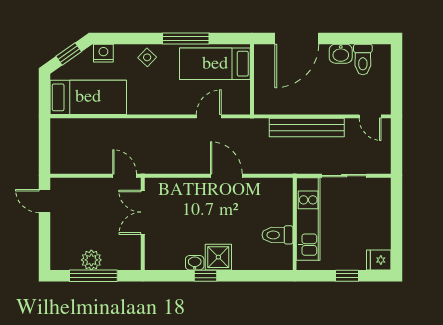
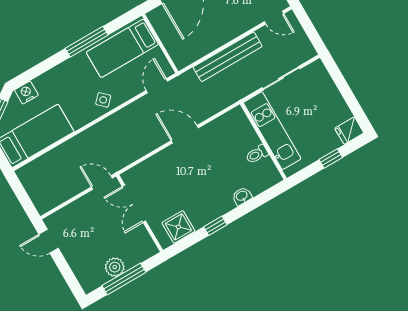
side table: (147, 57) -> (103, 100), moved
door: (209, 116) -> (157, 86), moved
toilet: (277, 235) -> (257, 154), width x0.73, depth x0.72
shower: (218, 257) -> (178, 227), moved
washbasin: (195, 263) -> (242, 196), moved

